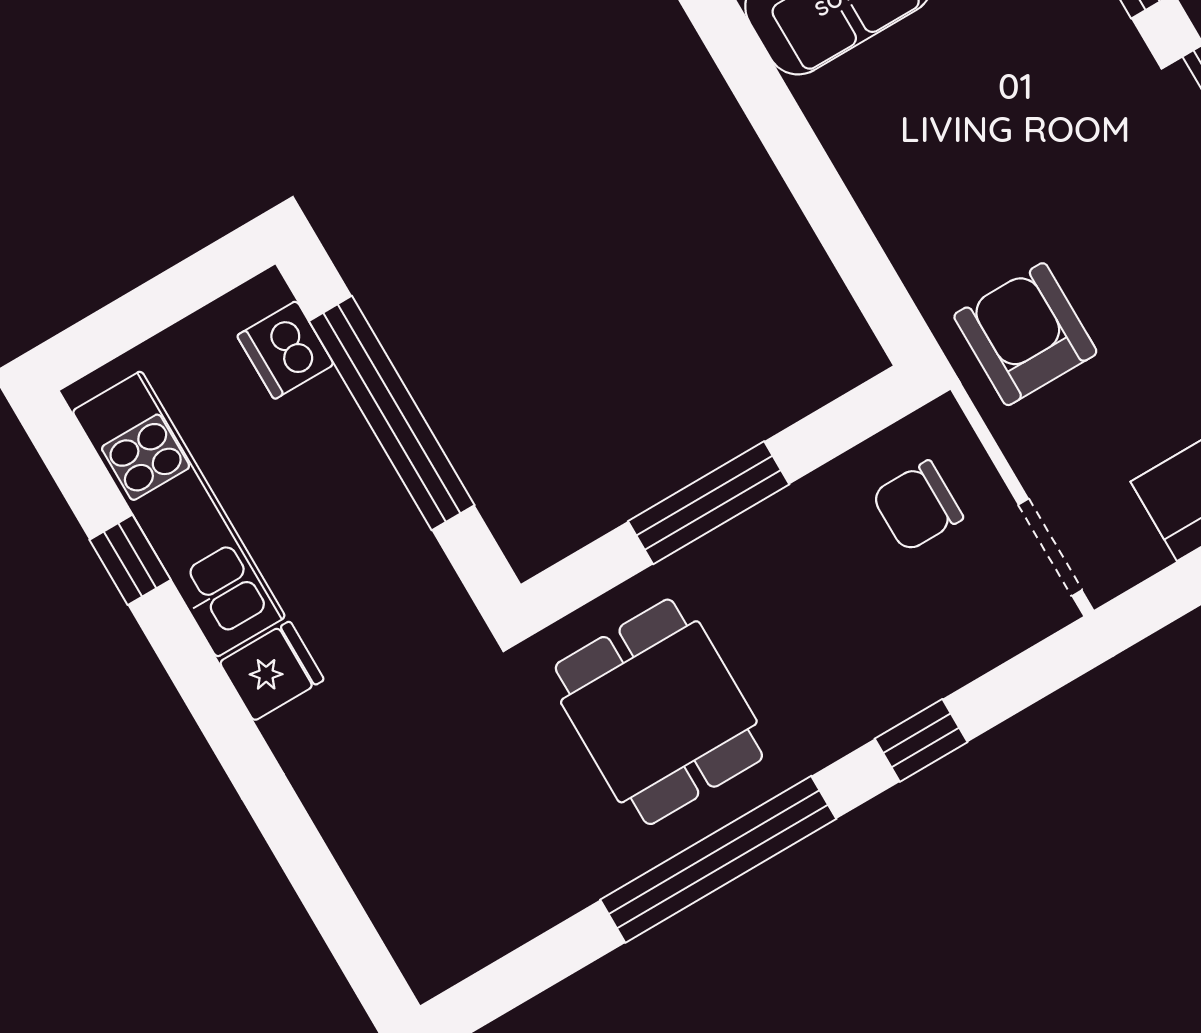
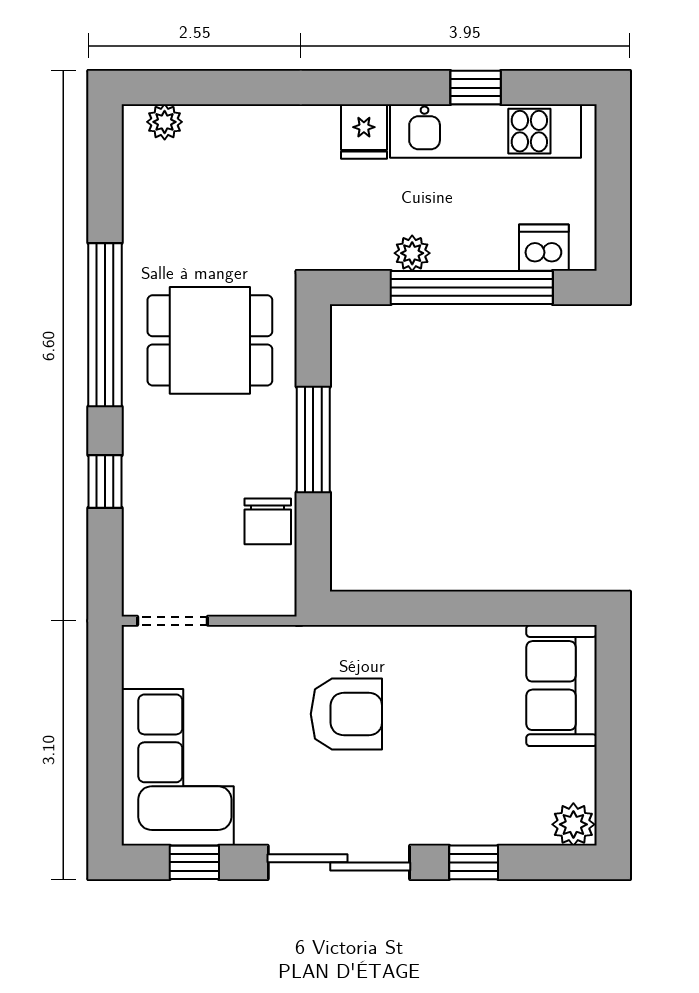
armchair: (1025, 334) -> (346, 714), moved
chair: (917, 506) -> (268, 521), moved, turned 180
plant: (393, 516) -> (412, 253), added
plant: (411, 936) -> (165, 122), added

